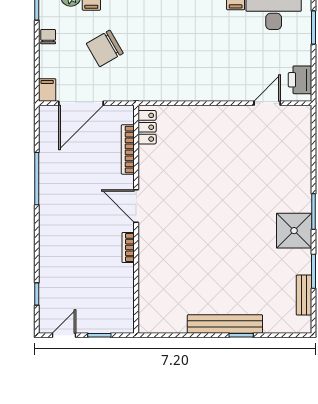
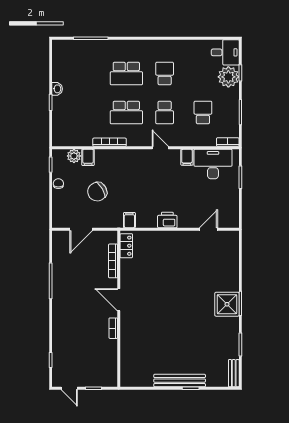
printer: (300, 80) -> (167, 220), moved, turned 90
filing cabinet: (47, 90) -> (129, 220), moved
door: (81, 103) -> (81, 229), width x0.73
shower: (294, 231) -> (227, 304), moved
bench: (304, 295) -> (234, 373), moved
door: (64, 335) -> (69, 388), swing flipped

